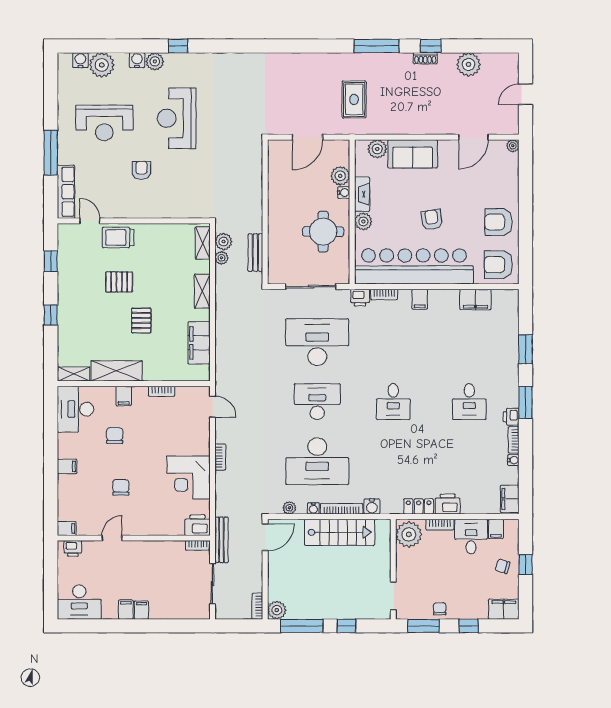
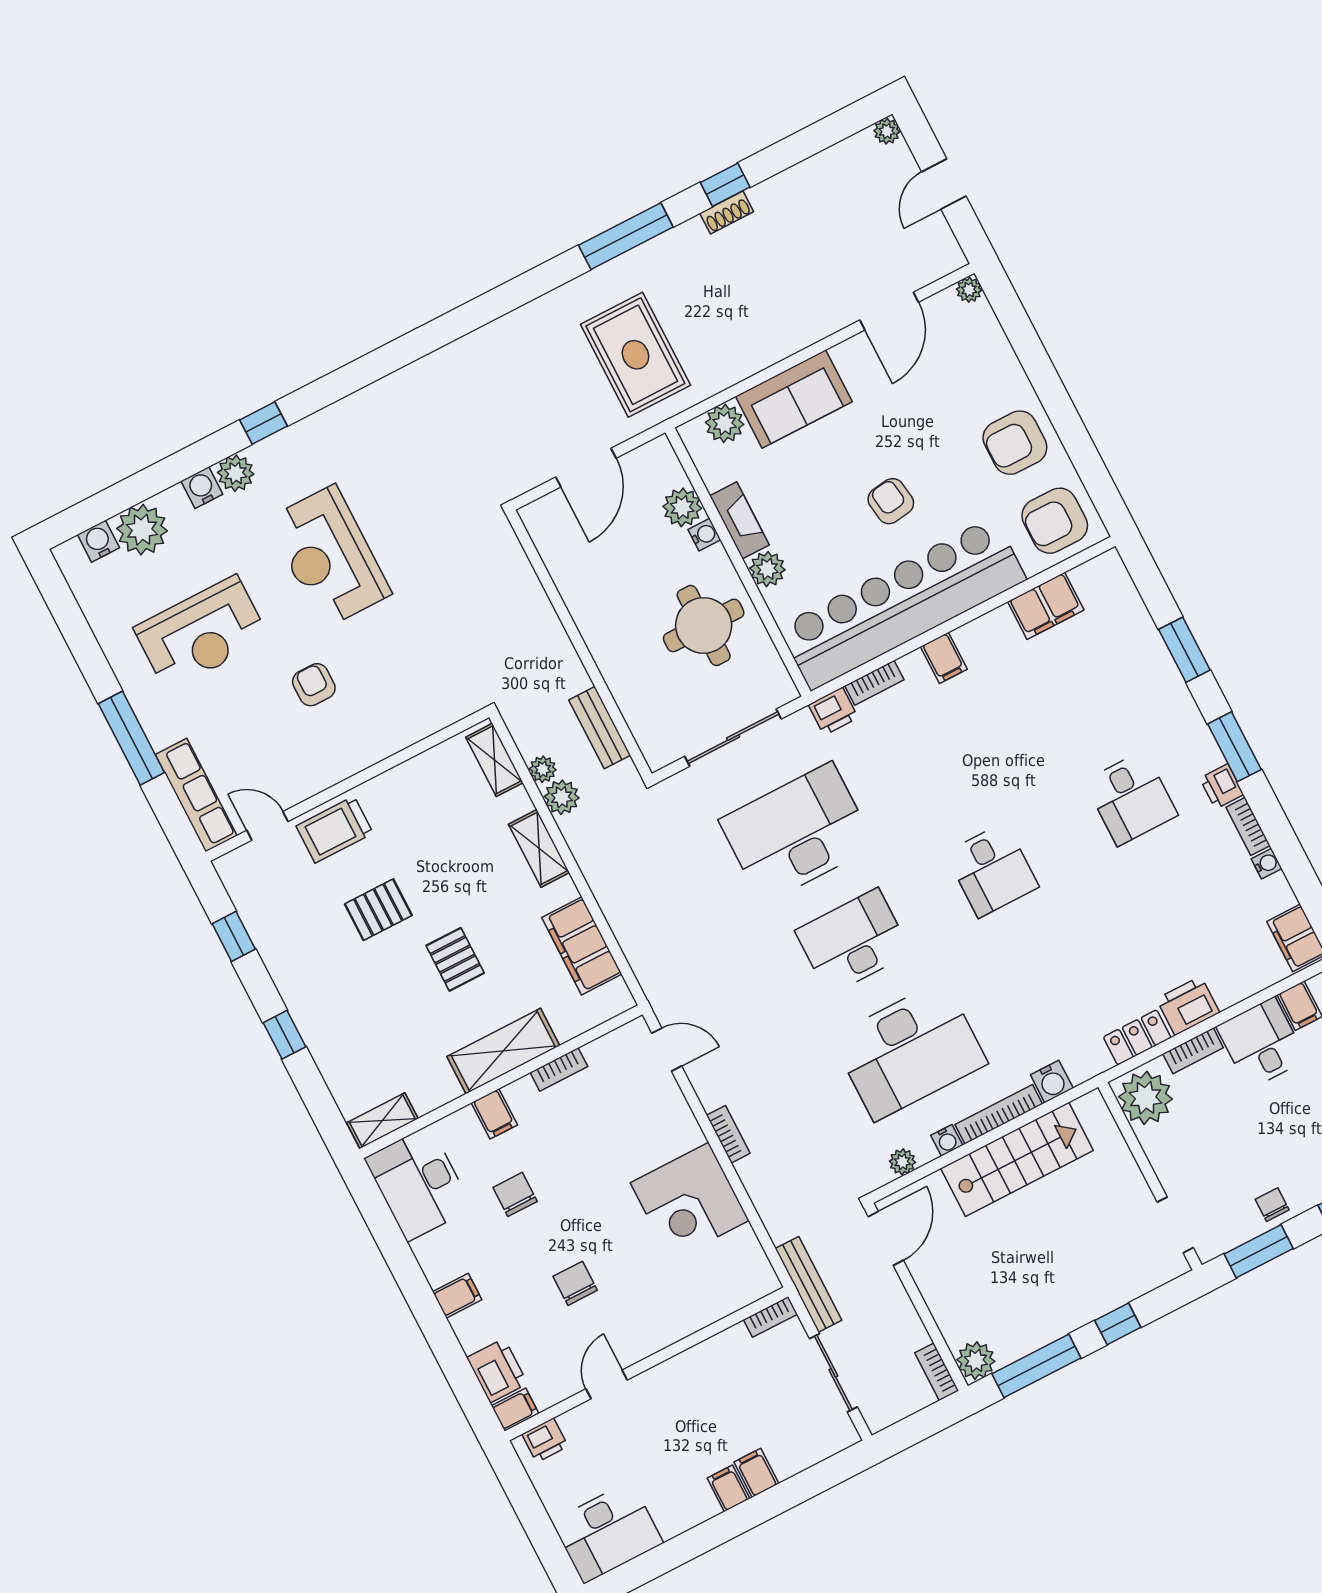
plant: (468, 64) -> (887, 131), moved, width x0.53, depth x0.53
rug: (354, 99) -> (635, 355), width x1.36, depth x1.43
plant: (223, 242) -> (562, 797), moved
shelving: (117, 371) -> (503, 1051), moved
printer: (198, 525) -> (497, 1371), moved, turned 90
filing cabinet: (126, 610) -> (756, 1473), moved

